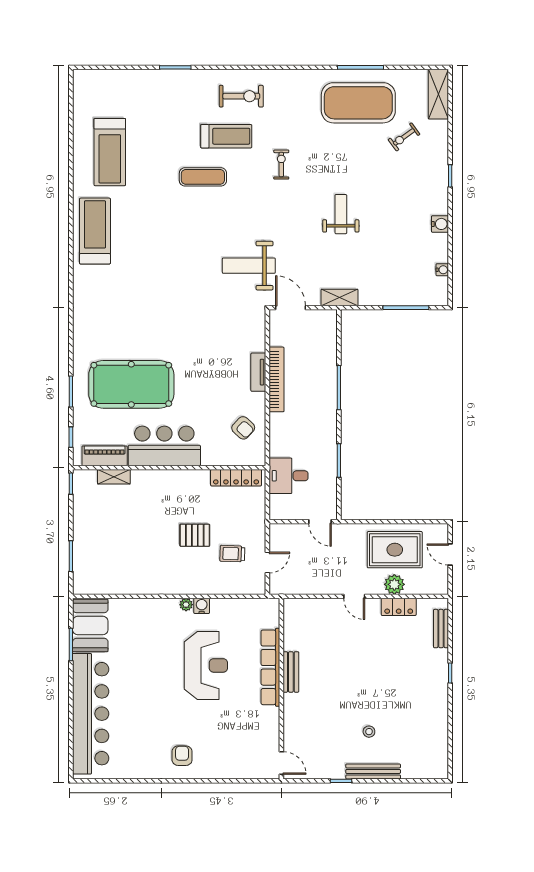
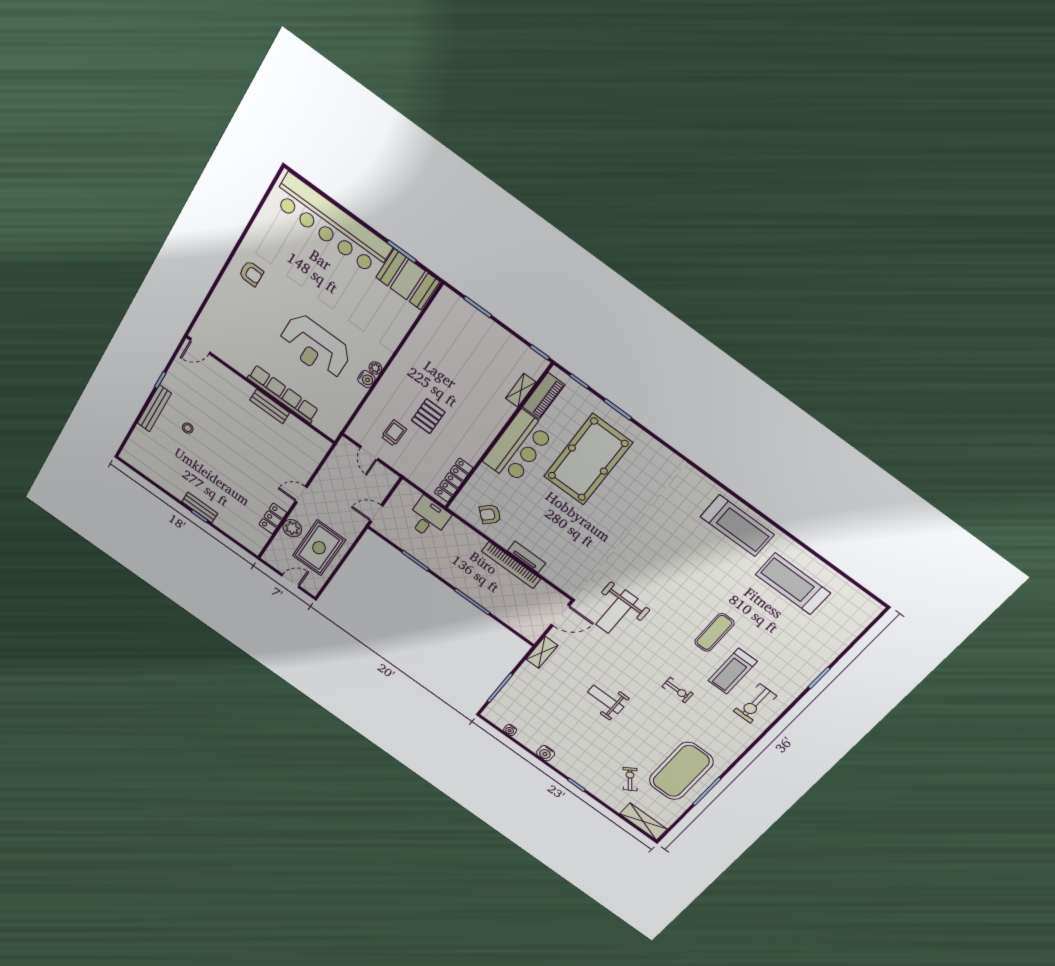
weight bench: (341, 214) -> (606, 699), turned 180
weight bench: (249, 266) -> (617, 612), turned 180
bench: (441, 629) -> (200, 508), moved

